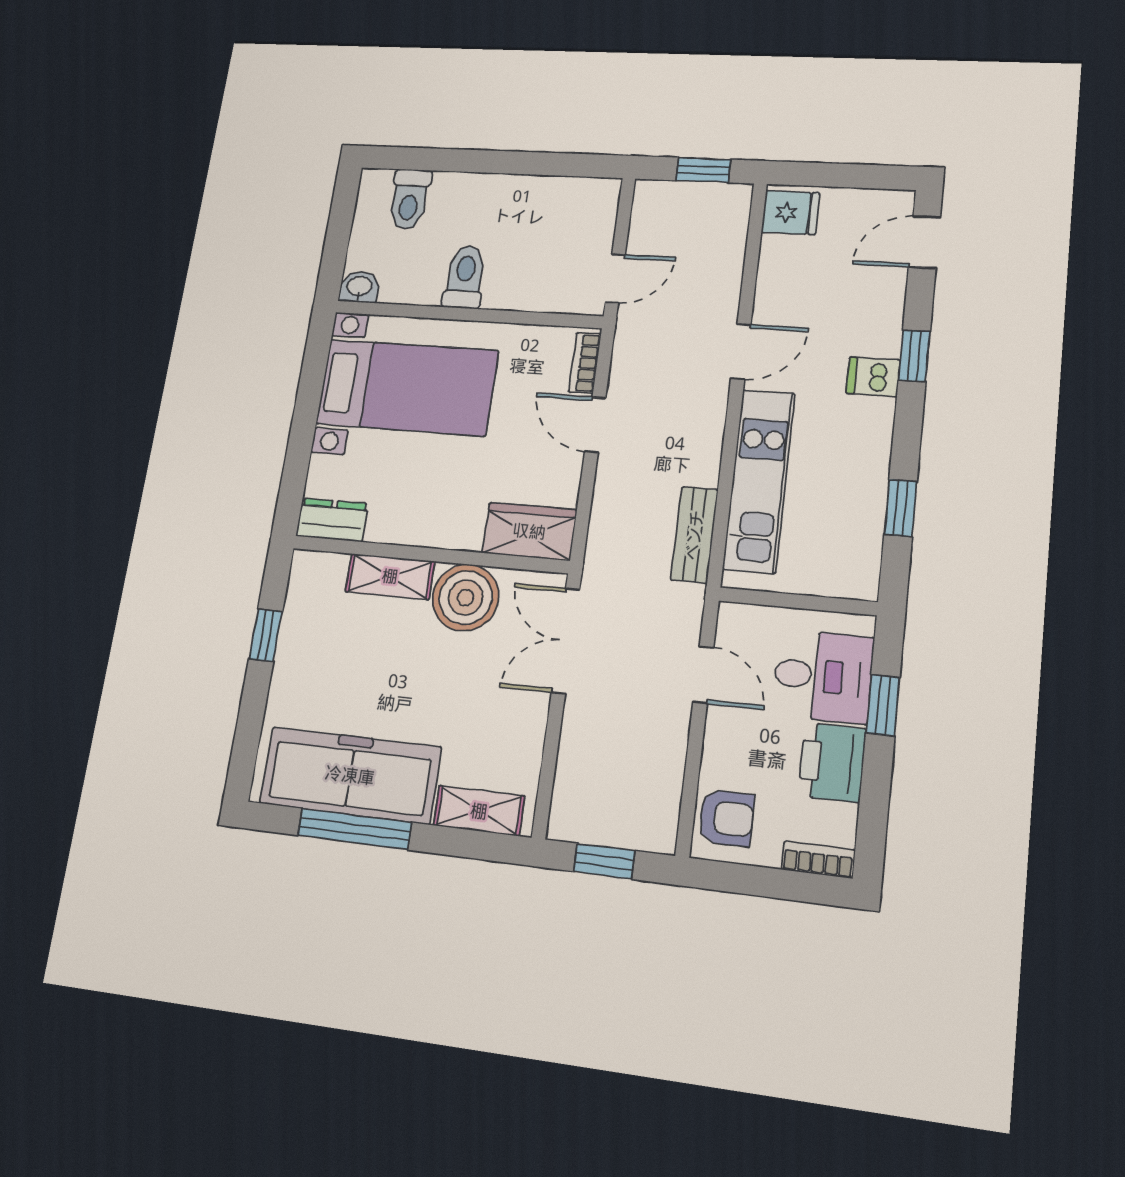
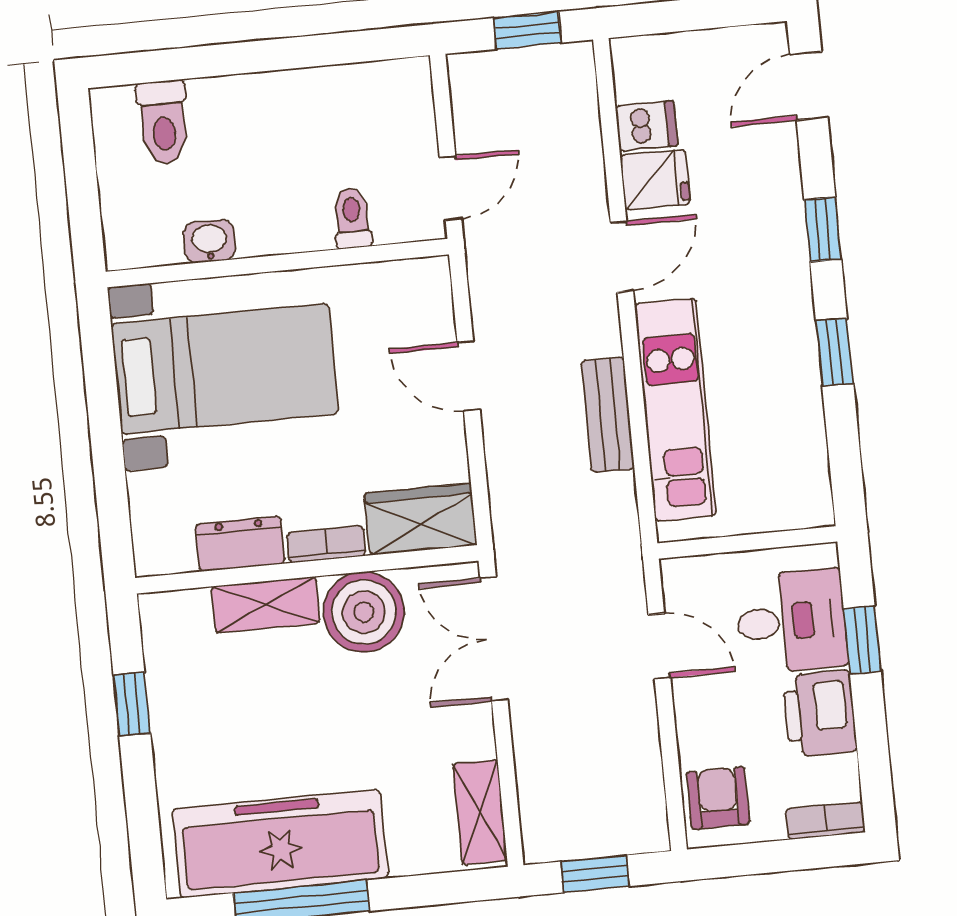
fridge: (790, 213) -> (655, 180), moved
toilet: (465, 277) -> (352, 218), moved, width x0.73, depth x0.72
washbasin: (359, 287) -> (209, 241), moved
bookcase: (585, 363) -> (326, 544), moved, turned 90
dishwasher: (873, 377) -> (647, 126), moved, turned 180
window: (901, 508) -> (835, 352), moved
dresser: (332, 520) -> (240, 544), moved
bench: (694, 535) -> (608, 415), moved
shelving: (479, 811) -> (480, 812), moved, turned 90
armchair: (726, 818) -> (718, 798), turned -90

